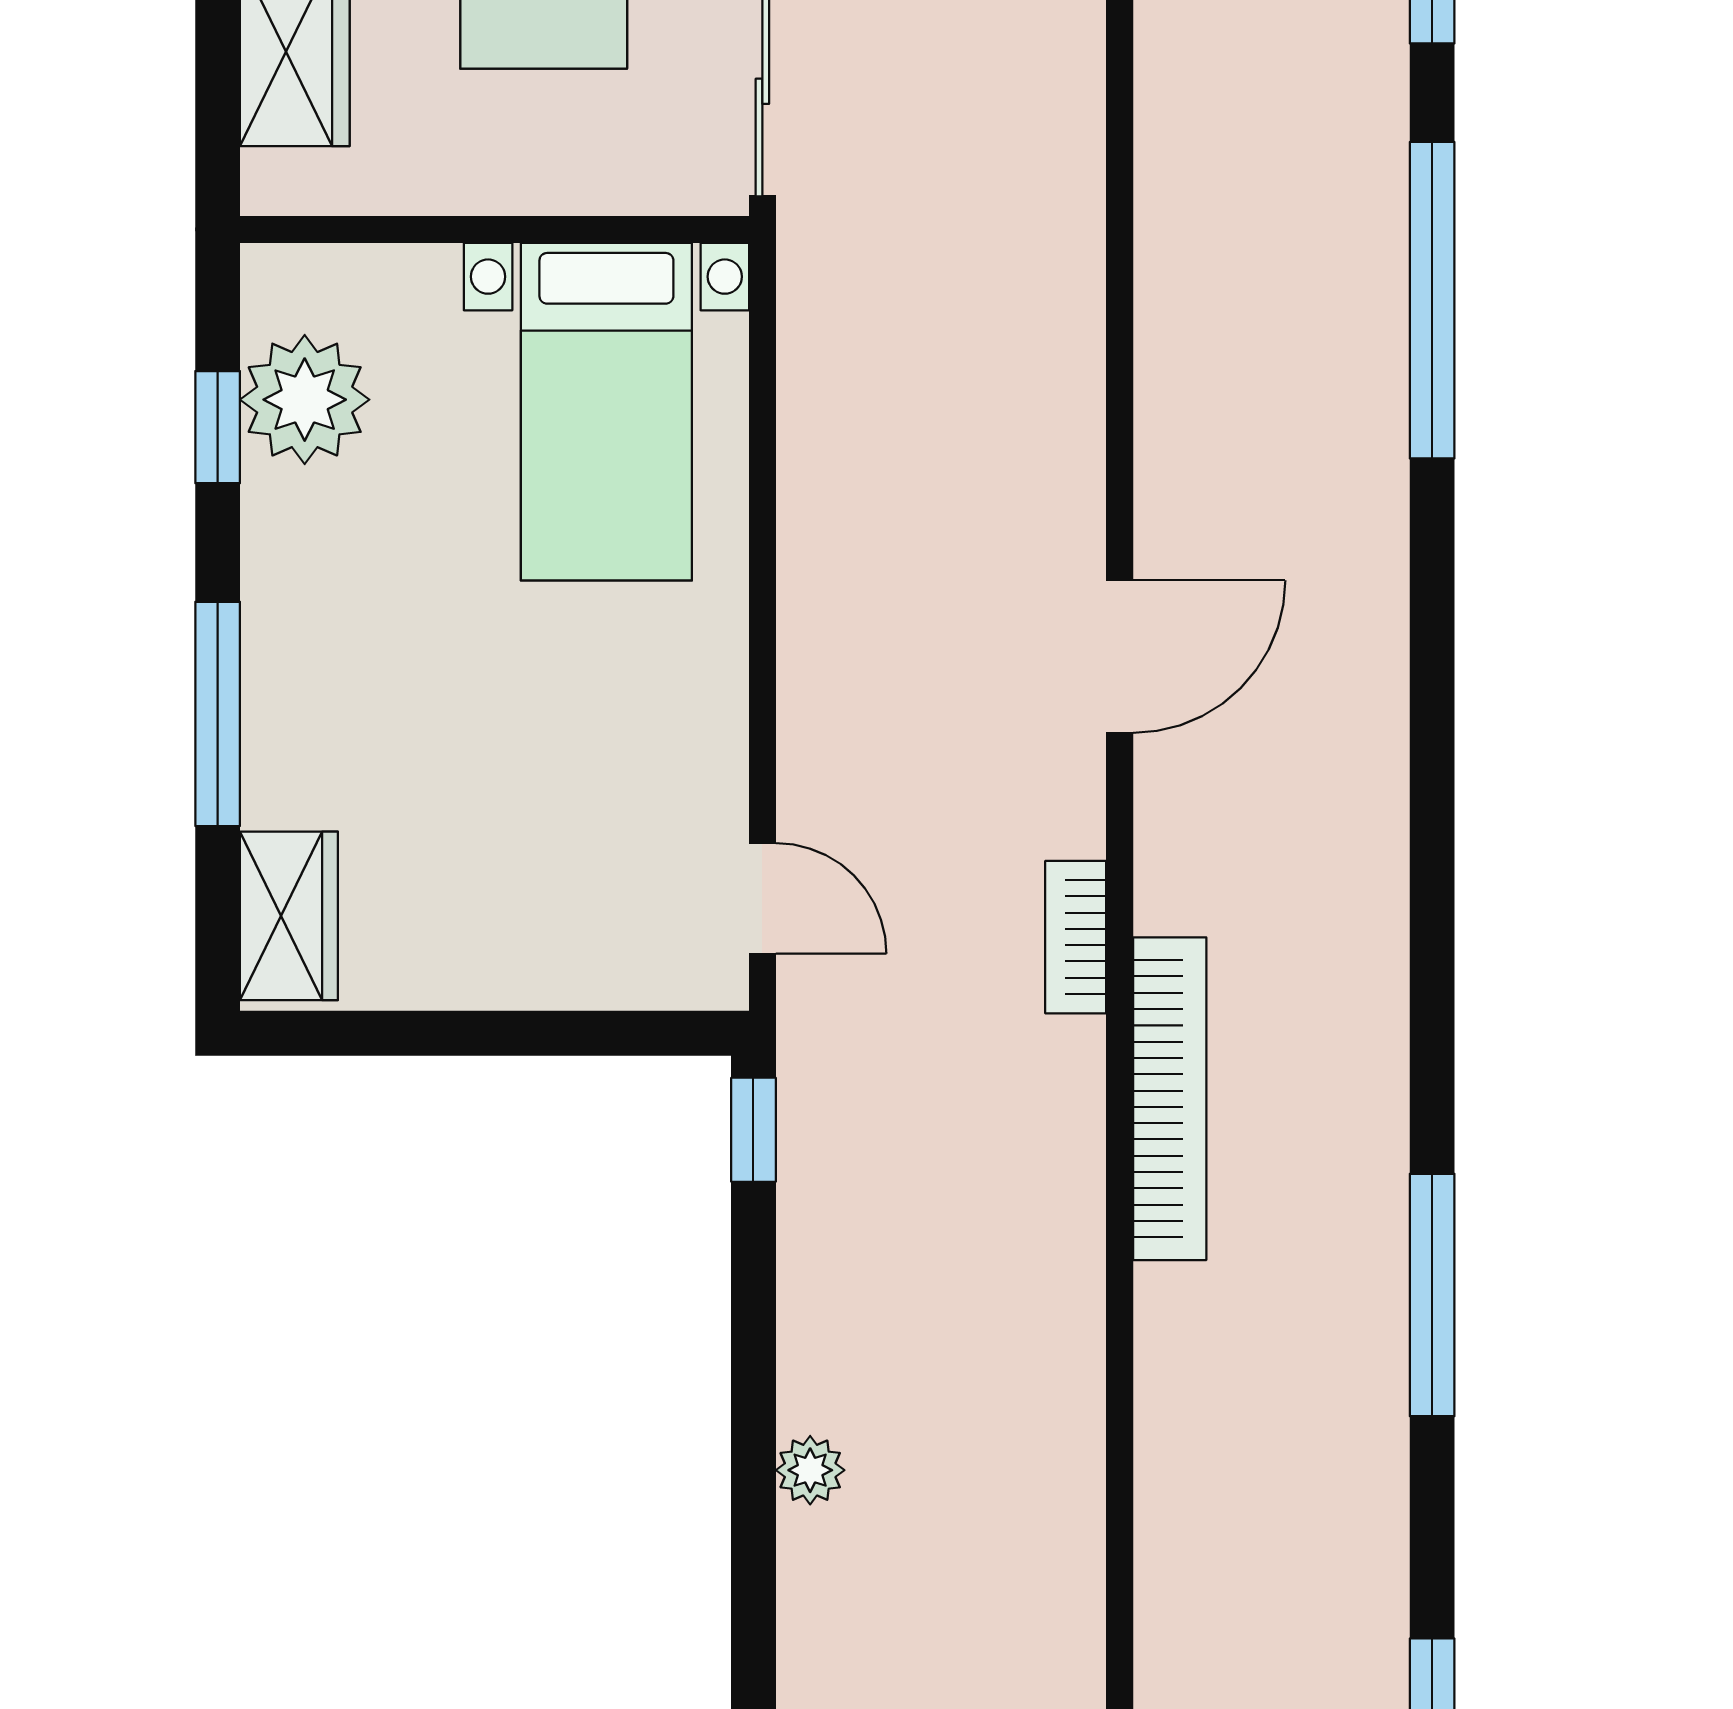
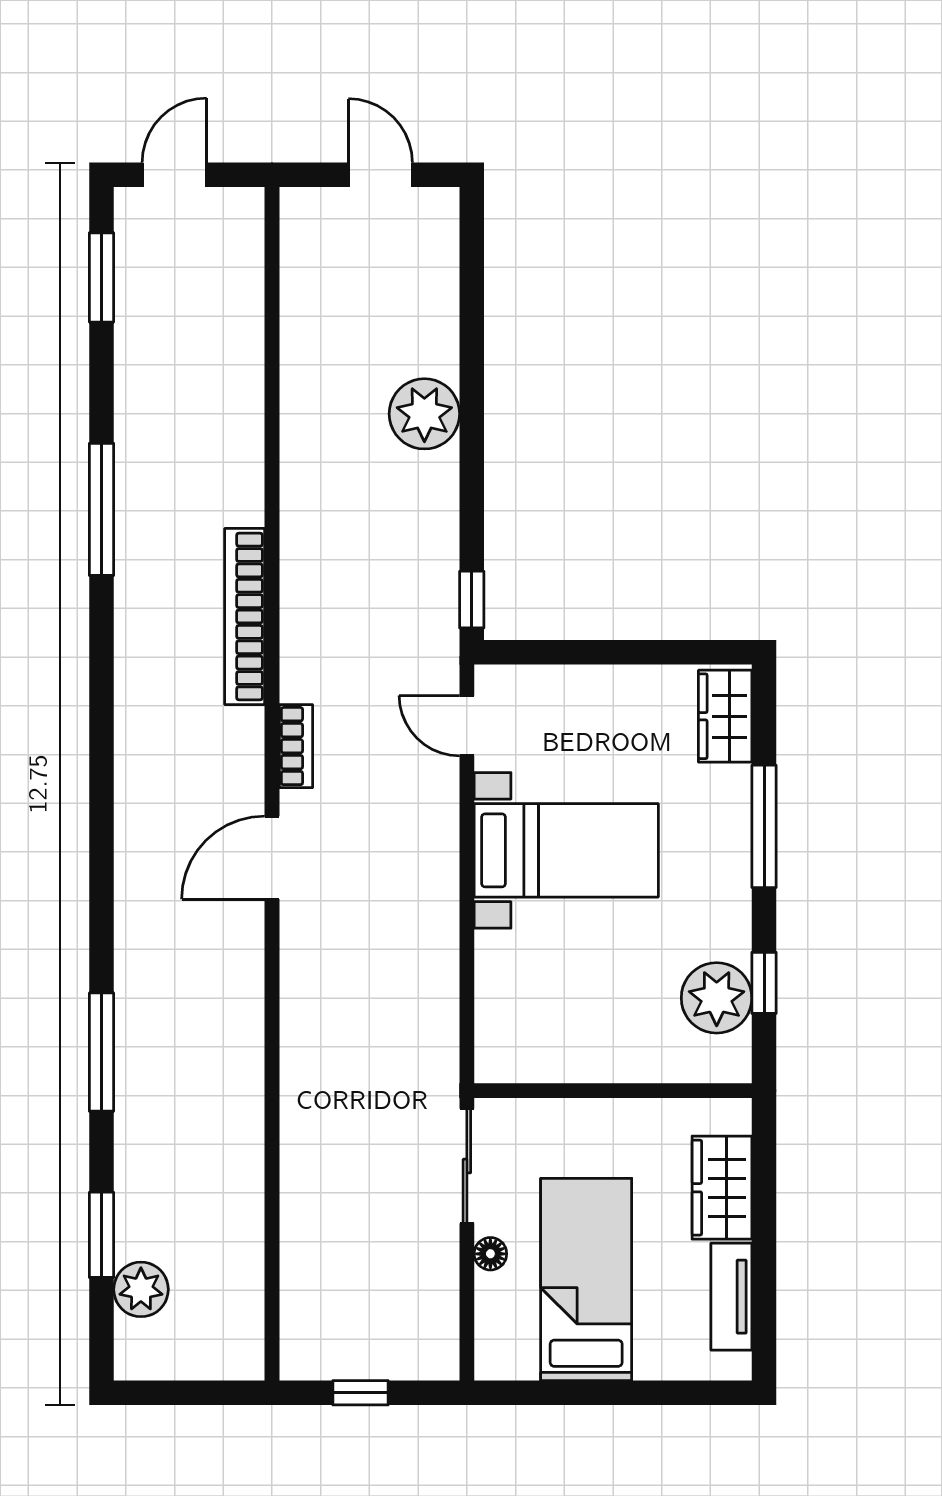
window: (1432, 300) -> (101, 1052), width x0.68
bed with nightstands: (606, 412) -> (566, 850), moved, turned 90
bookcase: (1076, 937) -> (296, 746), moved
plant: (810, 1470) -> (424, 414), width x1.88, depth x1.88

